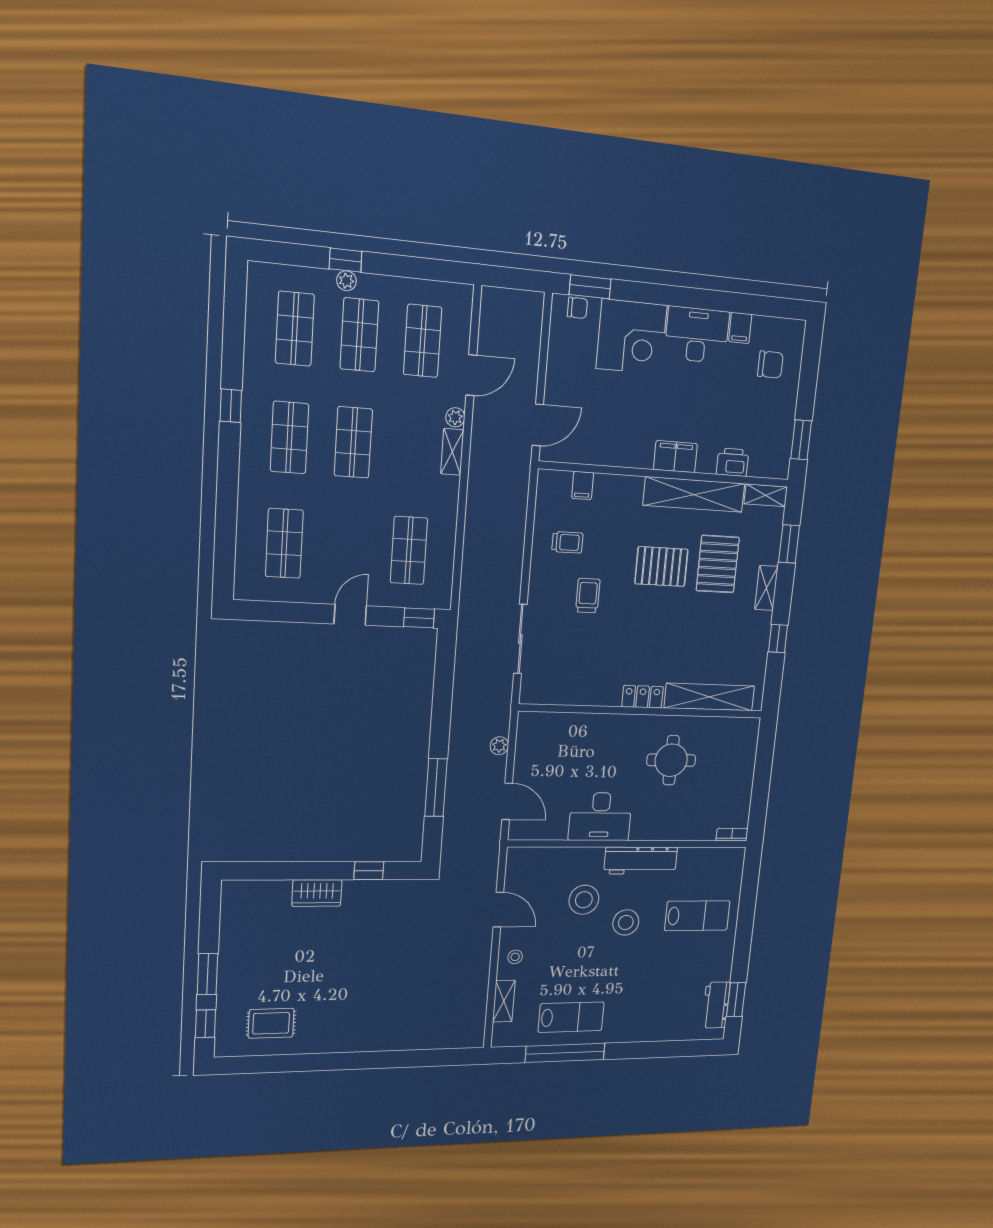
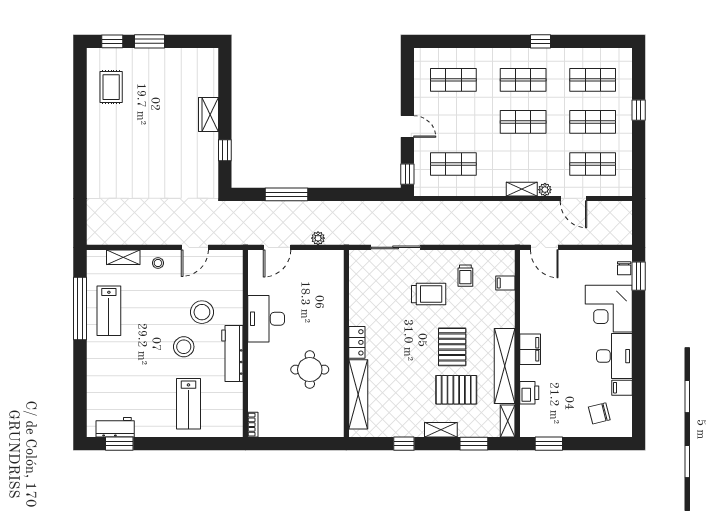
plant: (346, 281) -> (626, 111), removed
chair: (770, 365) -> (599, 413), turned 76
trolley: (588, 596) -> (429, 294), width x1.36, depth x1.39

